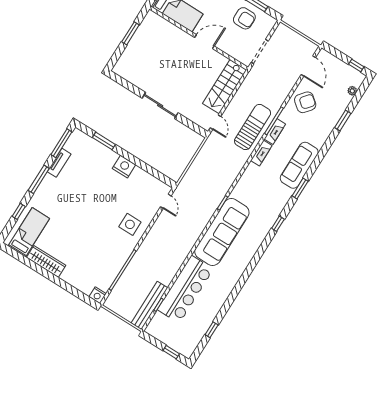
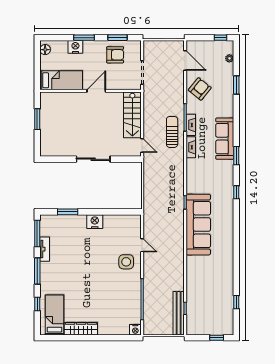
sun lounger: (253, 127) -> (172, 132), width x0.73, depth x0.75
door: (166, 201) -> (142, 245), moved
bar counter: (185, 289) -> (198, 284), removed

